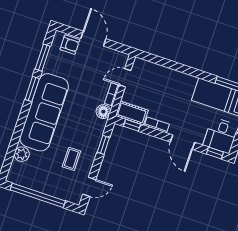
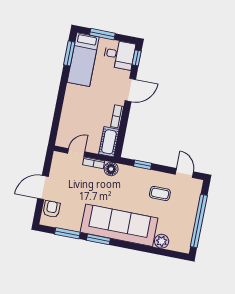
door: (125, 78) -> (76, 152), swing flipped
window: (132, 125) -> (121, 140), removed

